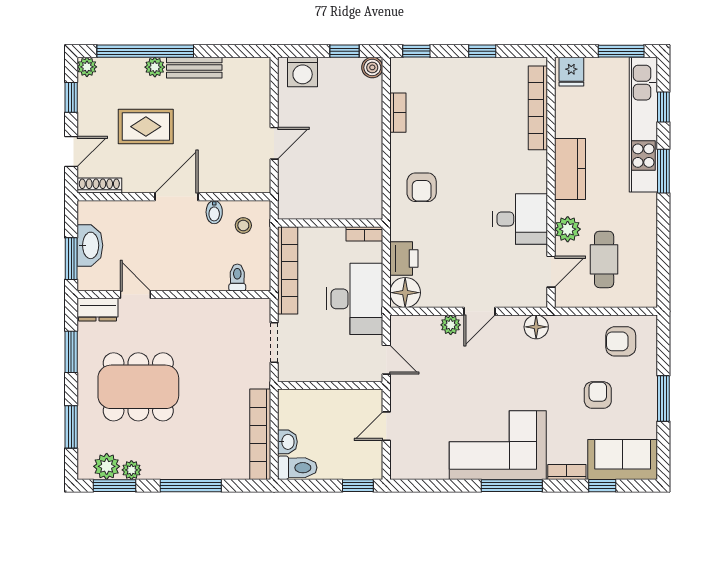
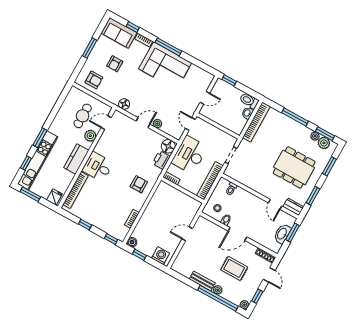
door: (71, 151) -> (269, 275), swing flipped
desk: (520, 219) -> (98, 167), moved

